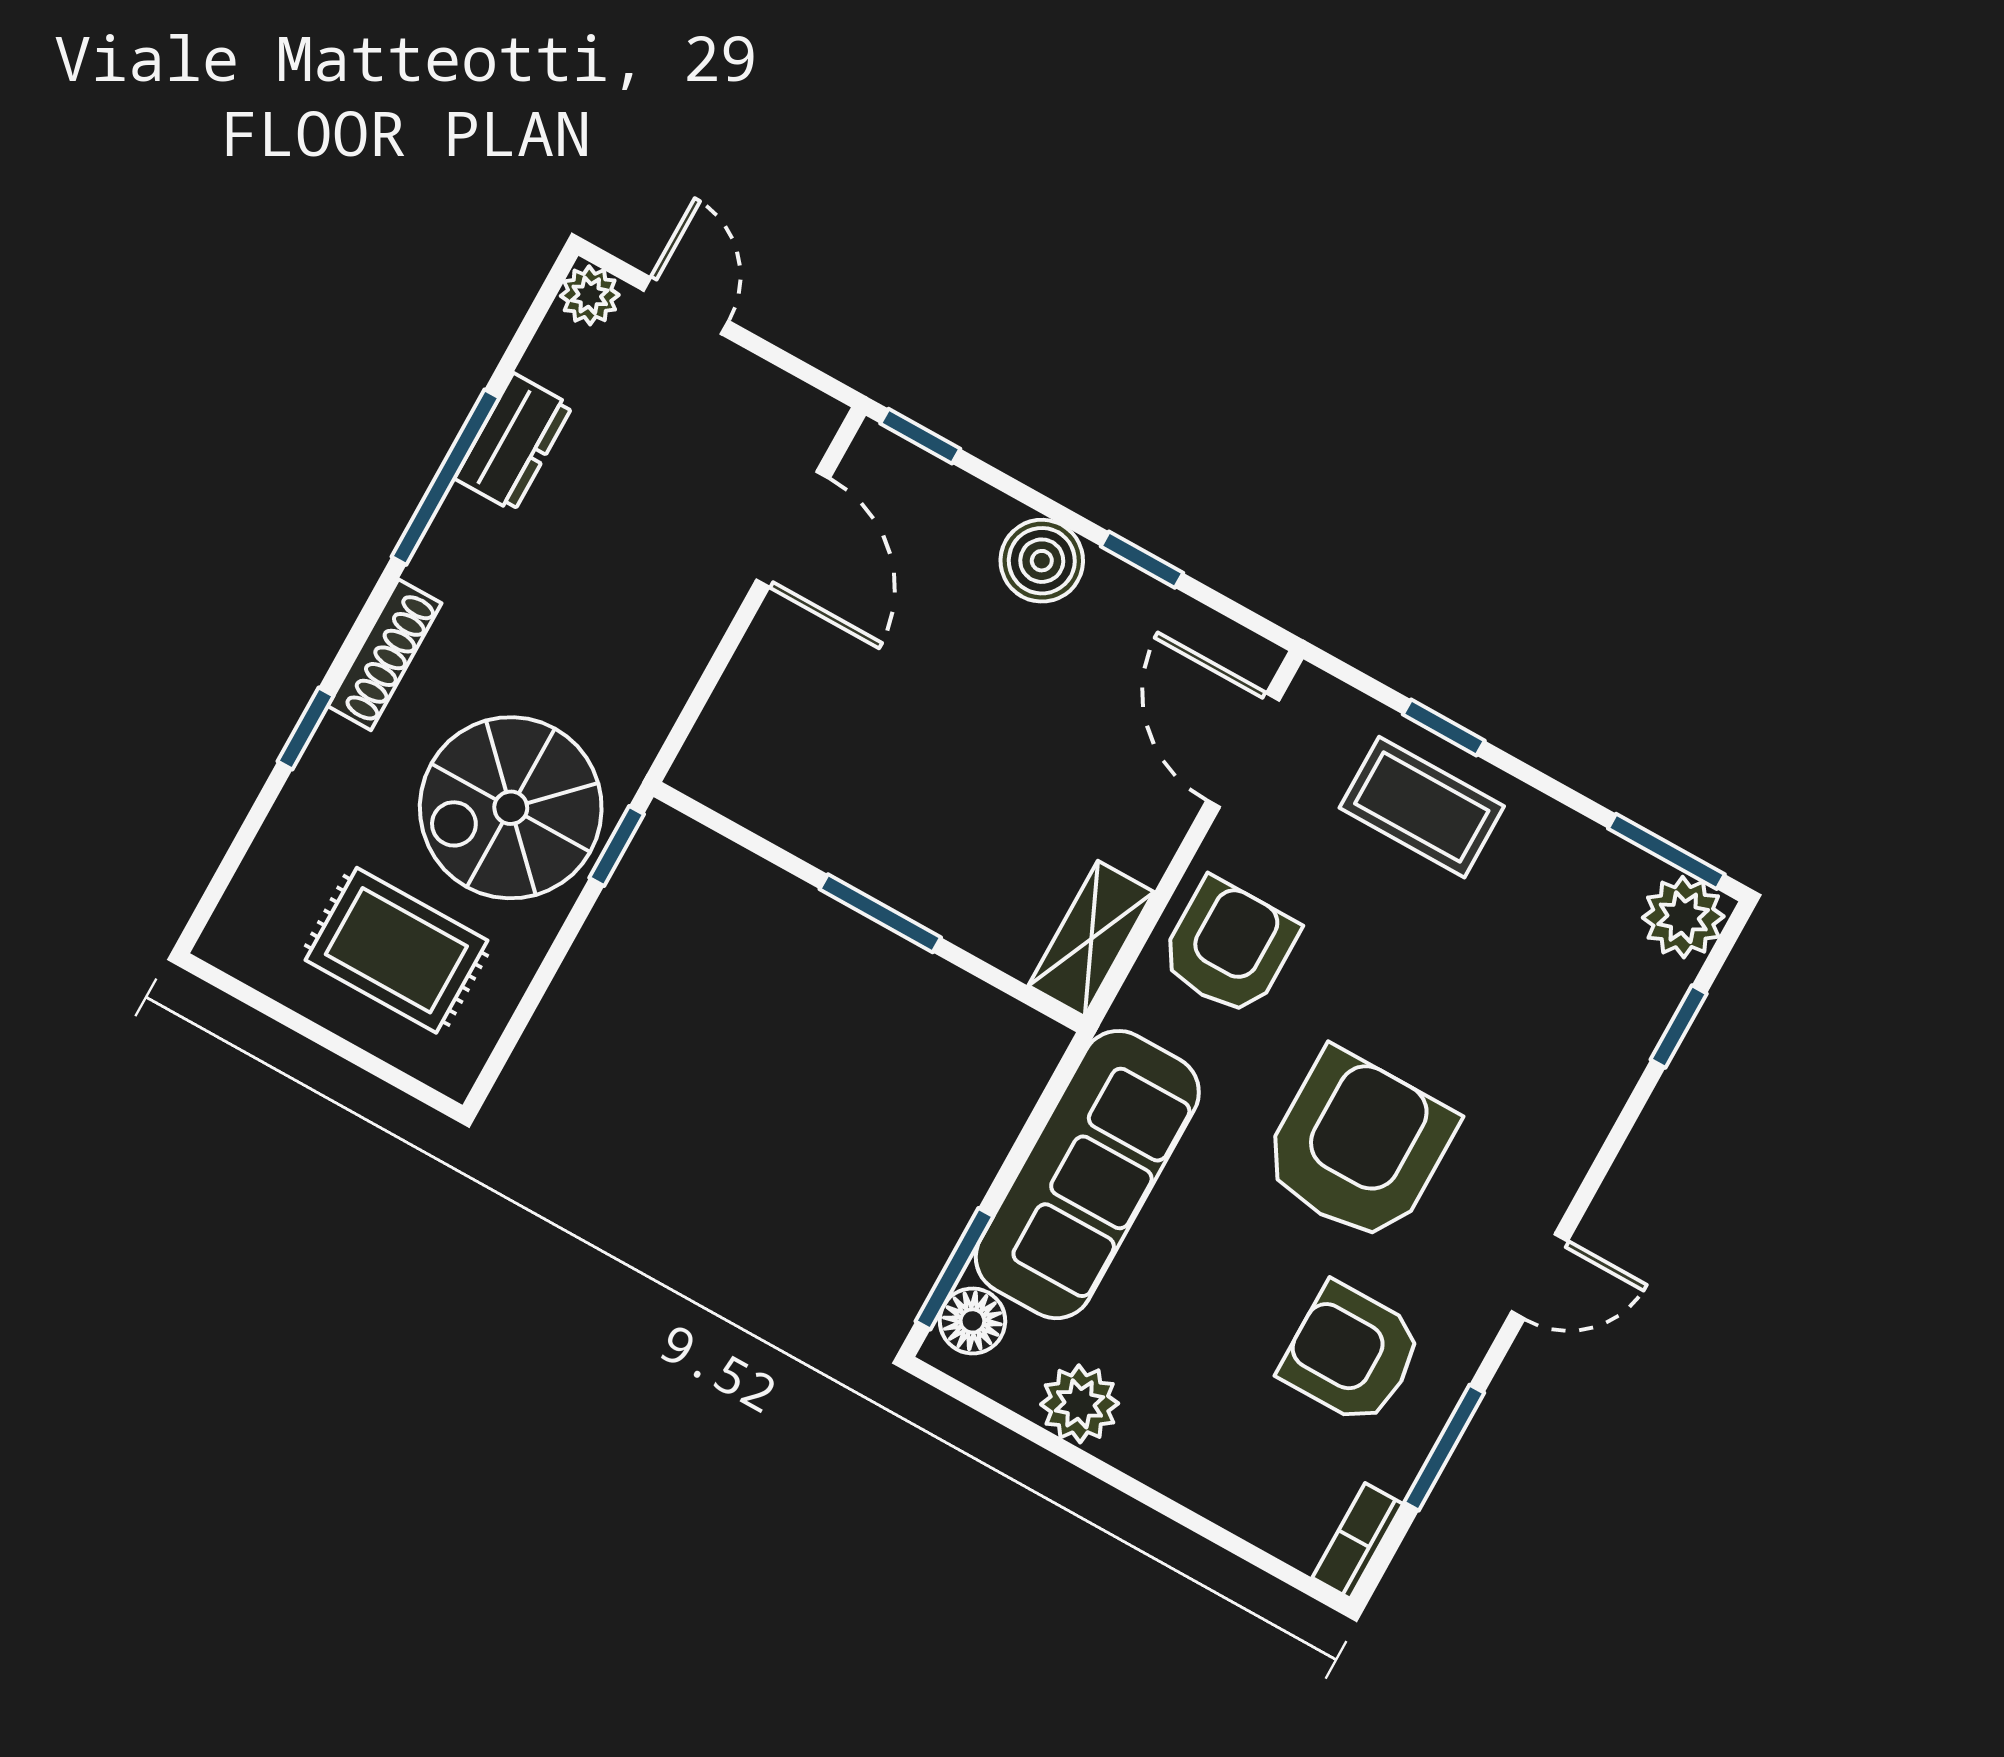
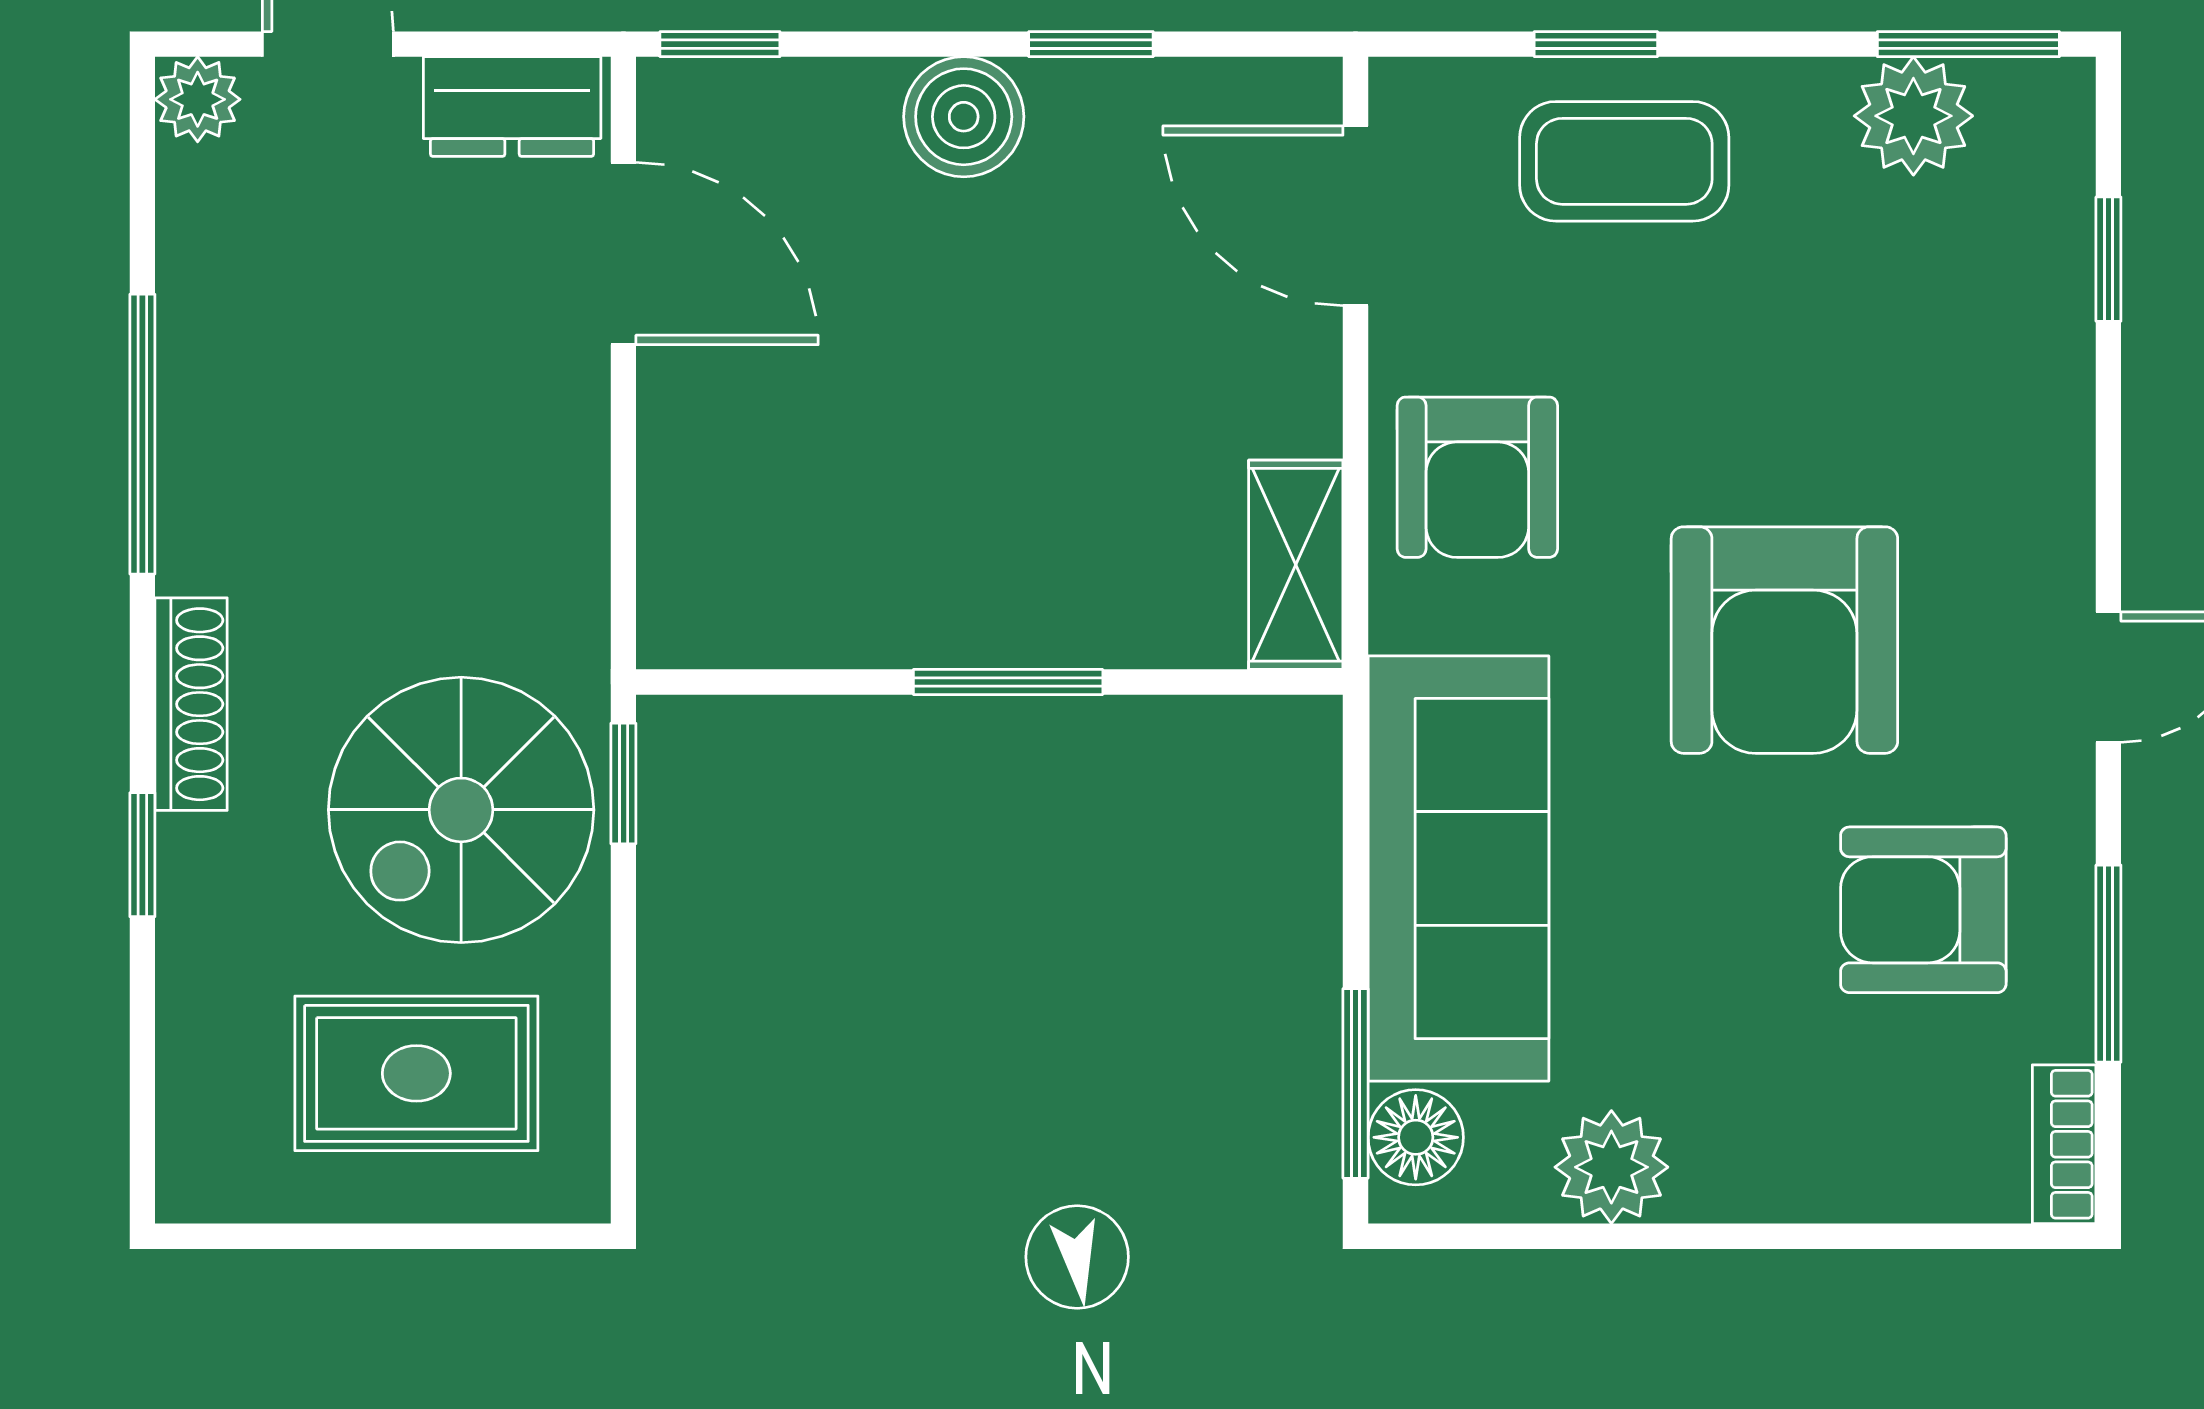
dresser: (514, 442) -> (512, 107), moved, turned 90
plant: (1683, 917) -> (1913, 116), moved
armchair: (1229, 947) -> (1477, 477), turned 180
armchair: (1358, 1146) -> (1784, 640), turned 180

